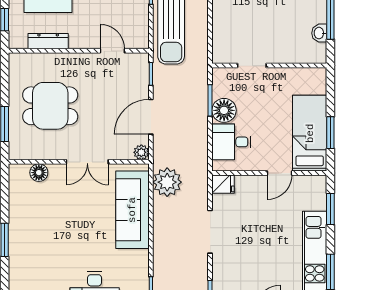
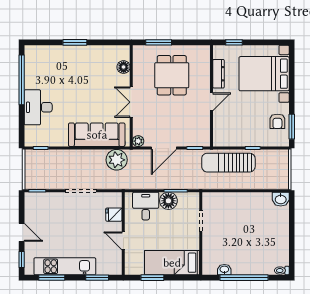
door: (112, 51) -> (212, 102), moved
door: (151, 117) -> (164, 148), swing flipped
bed: (310, 133) -> (172, 263), moved, turned 180
fridge: (223, 184) -> (114, 215), moved, turned 90

